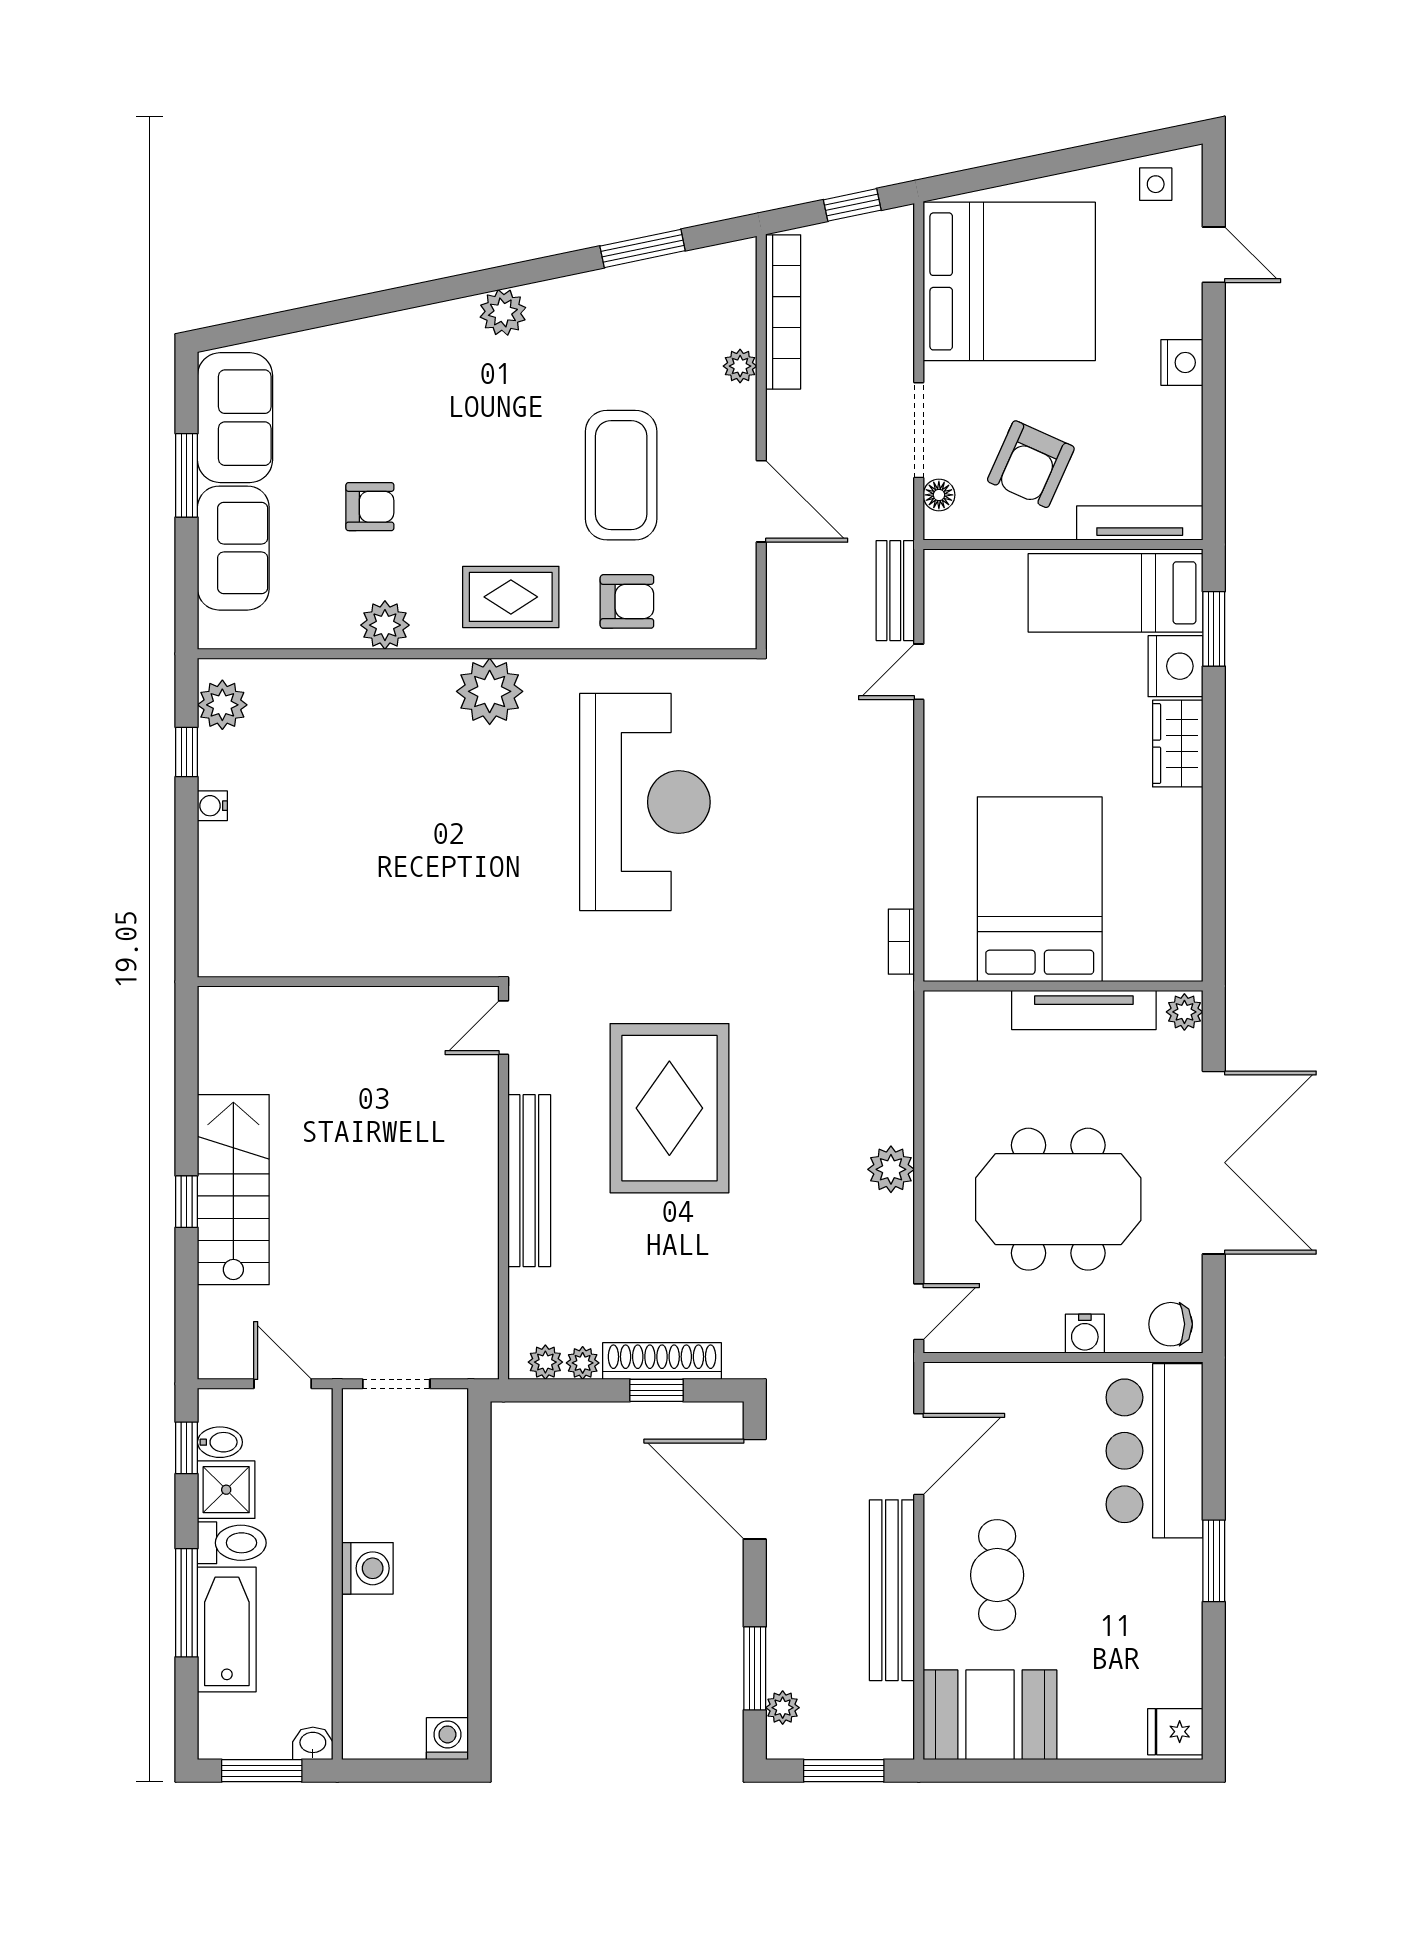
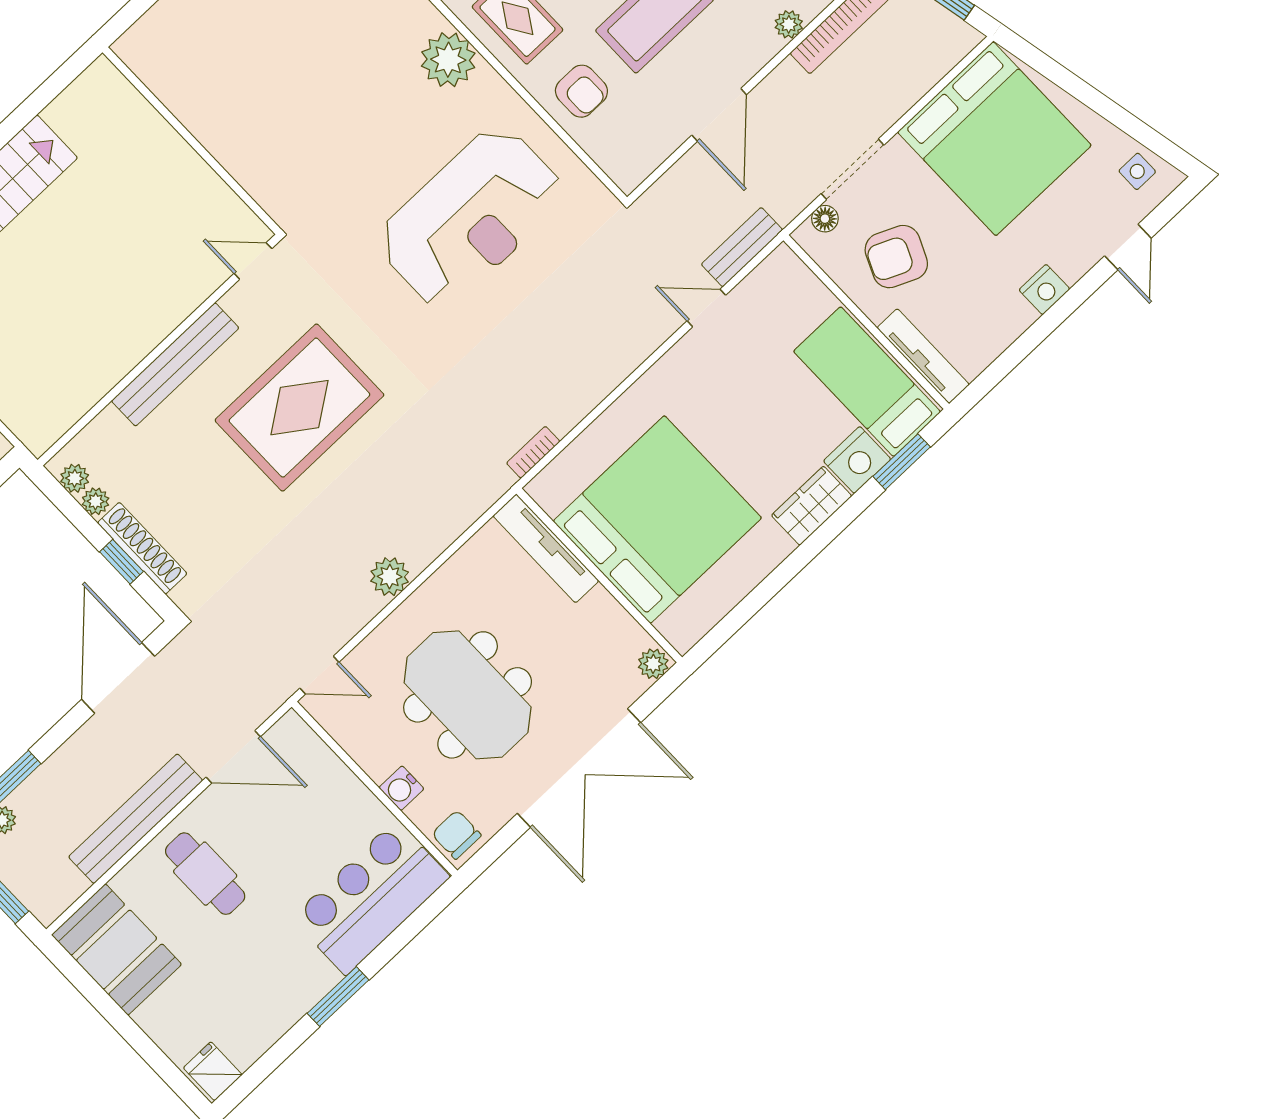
bed: (1040, 889) -> (657, 520), width x1.36
tv unit: (1084, 1010) -> (546, 548), moved
cafe table: (997, 1575) -> (205, 874), turned 90

